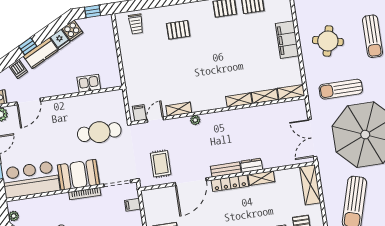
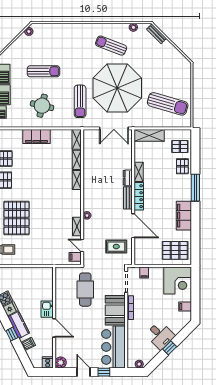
pallet: (178, 30) -> (17, 218), width x2.05, depth x2.00
kitchen sink: (89, 83) -> (47, 309), moved
door: (29, 102) -> (54, 328), moved

